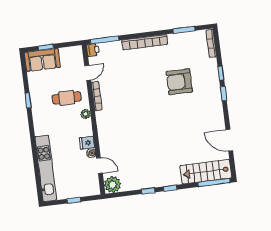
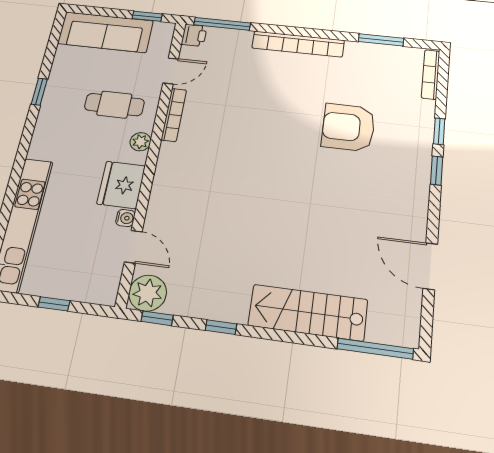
window: (46, 47) -> (147, 16), moved
sofa: (42, 60) -> (105, 32), width x1.36
fridge: (87, 143) -> (121, 185), width x1.88, depth x1.34
stairs: (206, 172) -> (308, 313), moved
window: (170, 188) -> (157, 318), moved

